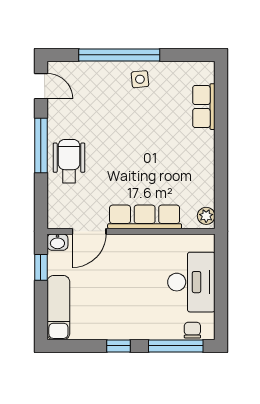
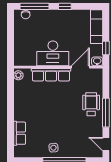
wheelchair: (69, 161) -> (91, 104), turned 180
desk: (191, 282) -> (53, 53), moved, turned -90

